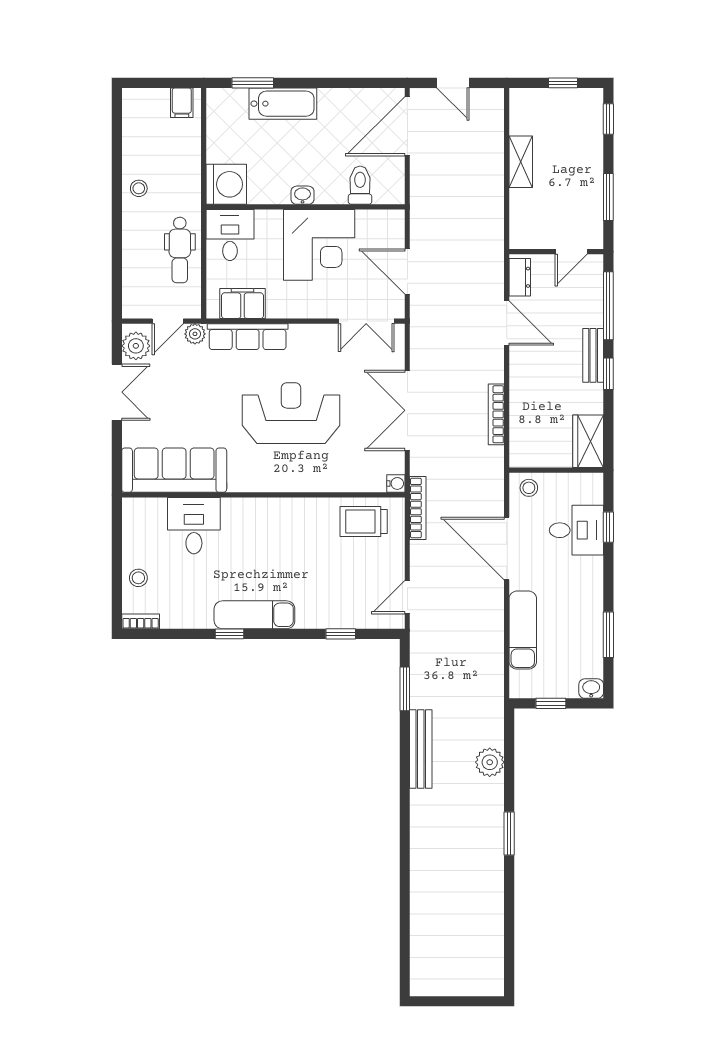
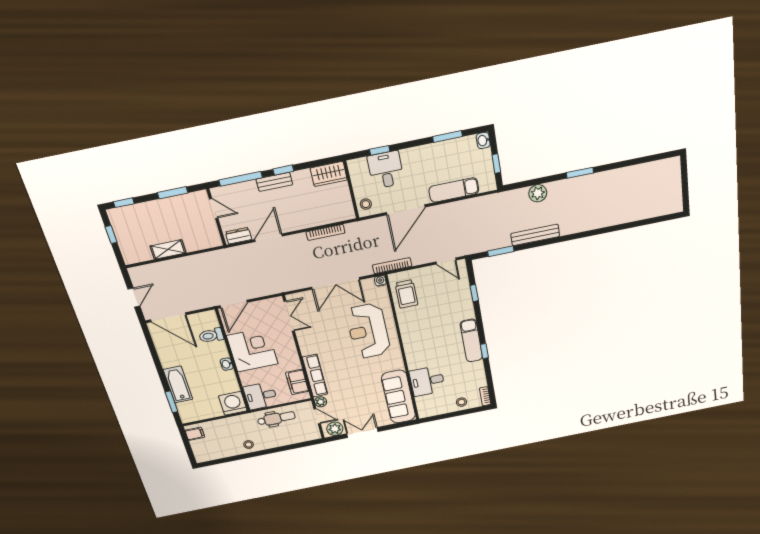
door: (407, 272) -> (234, 304), moved
reception desk: (291, 413) -> (368, 331), moved

